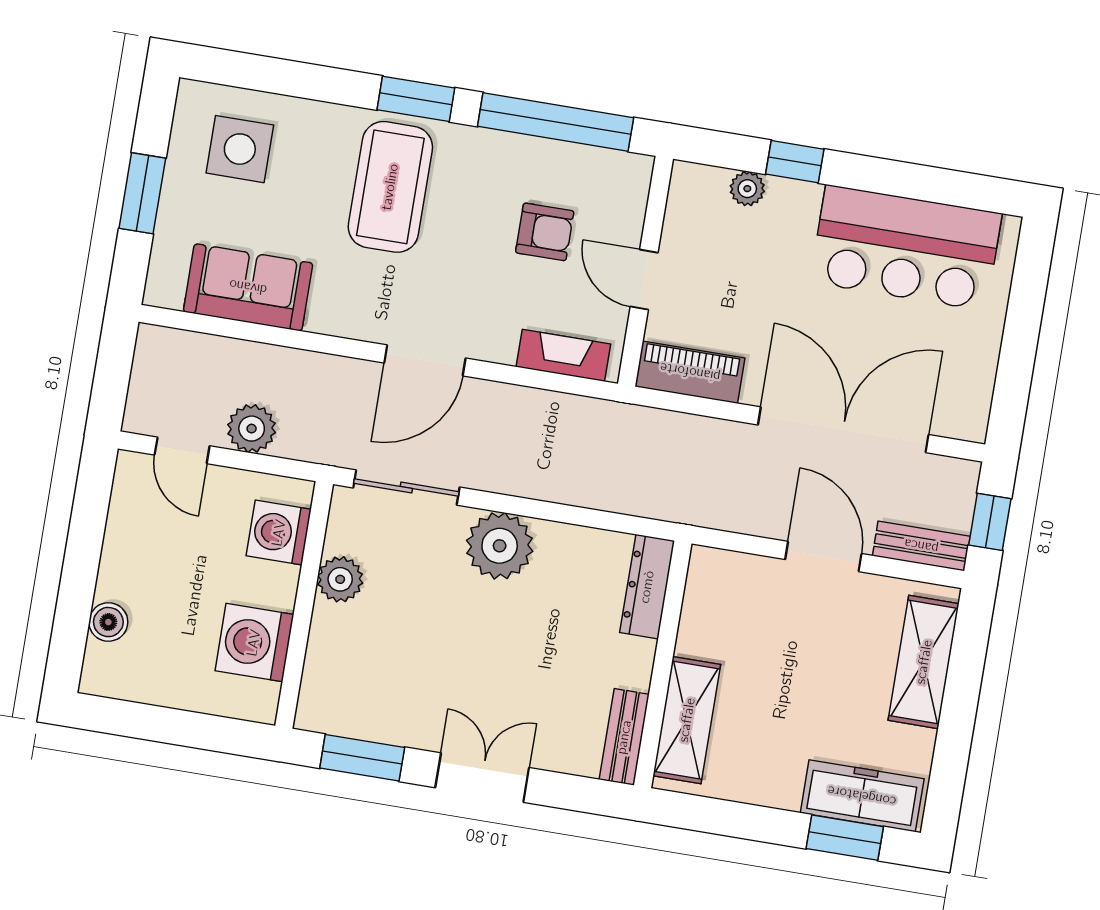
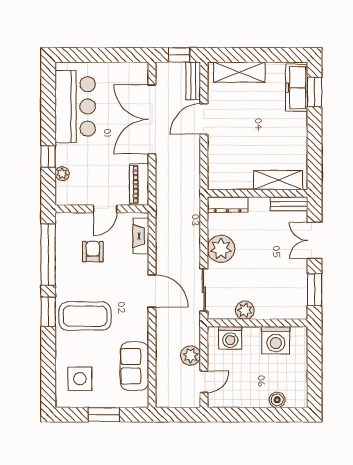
dresser: (647, 587) -> (227, 205), moved
wall: (663, 664) -> (257, 193), moved
shelving: (687, 720) -> (278, 180), moved
bench: (624, 737) -> (289, 204), moved

